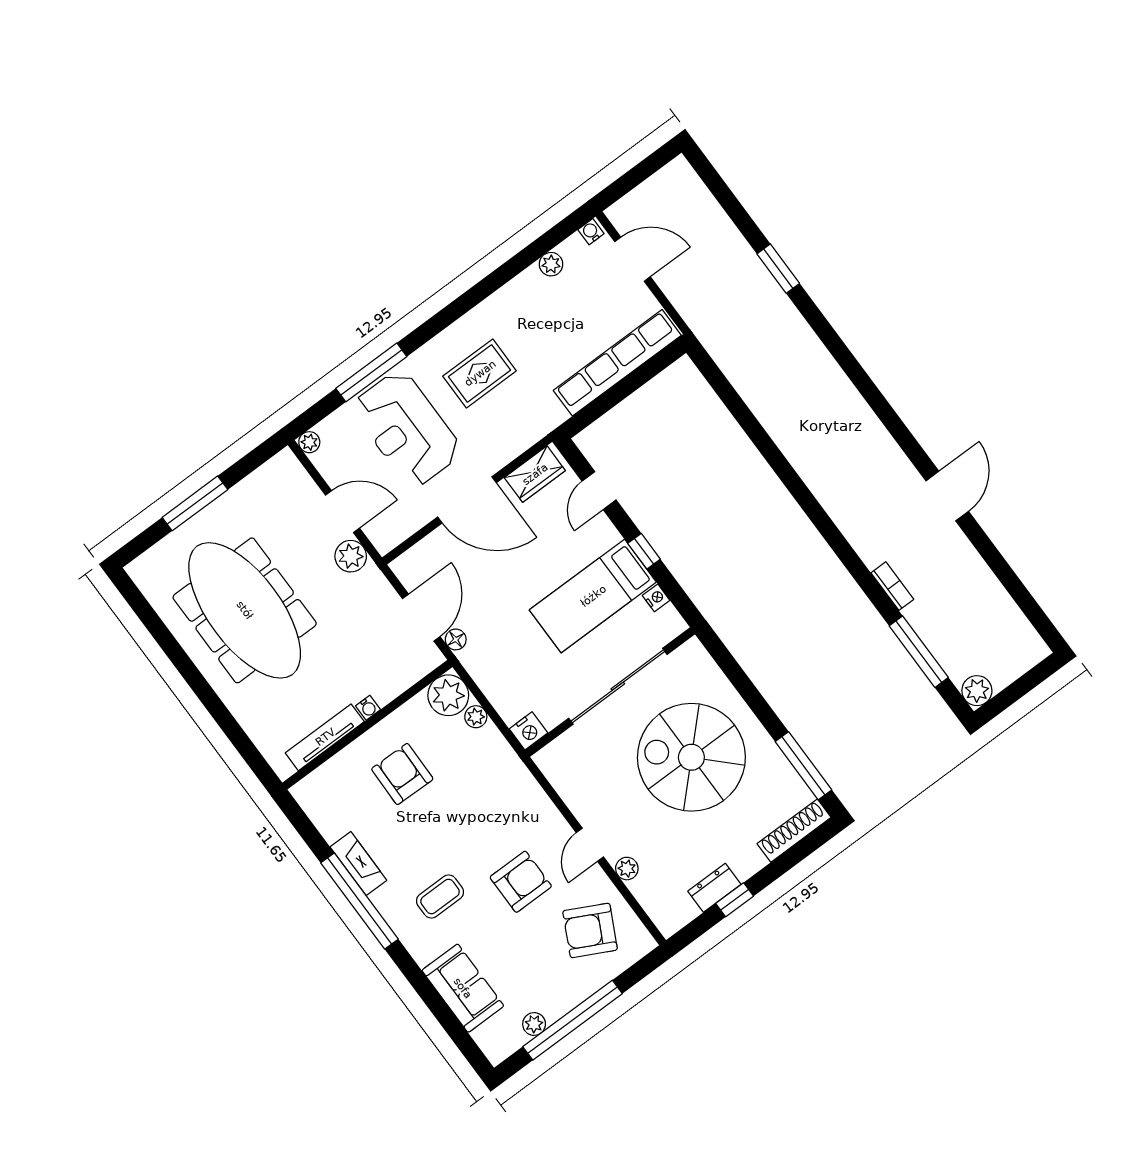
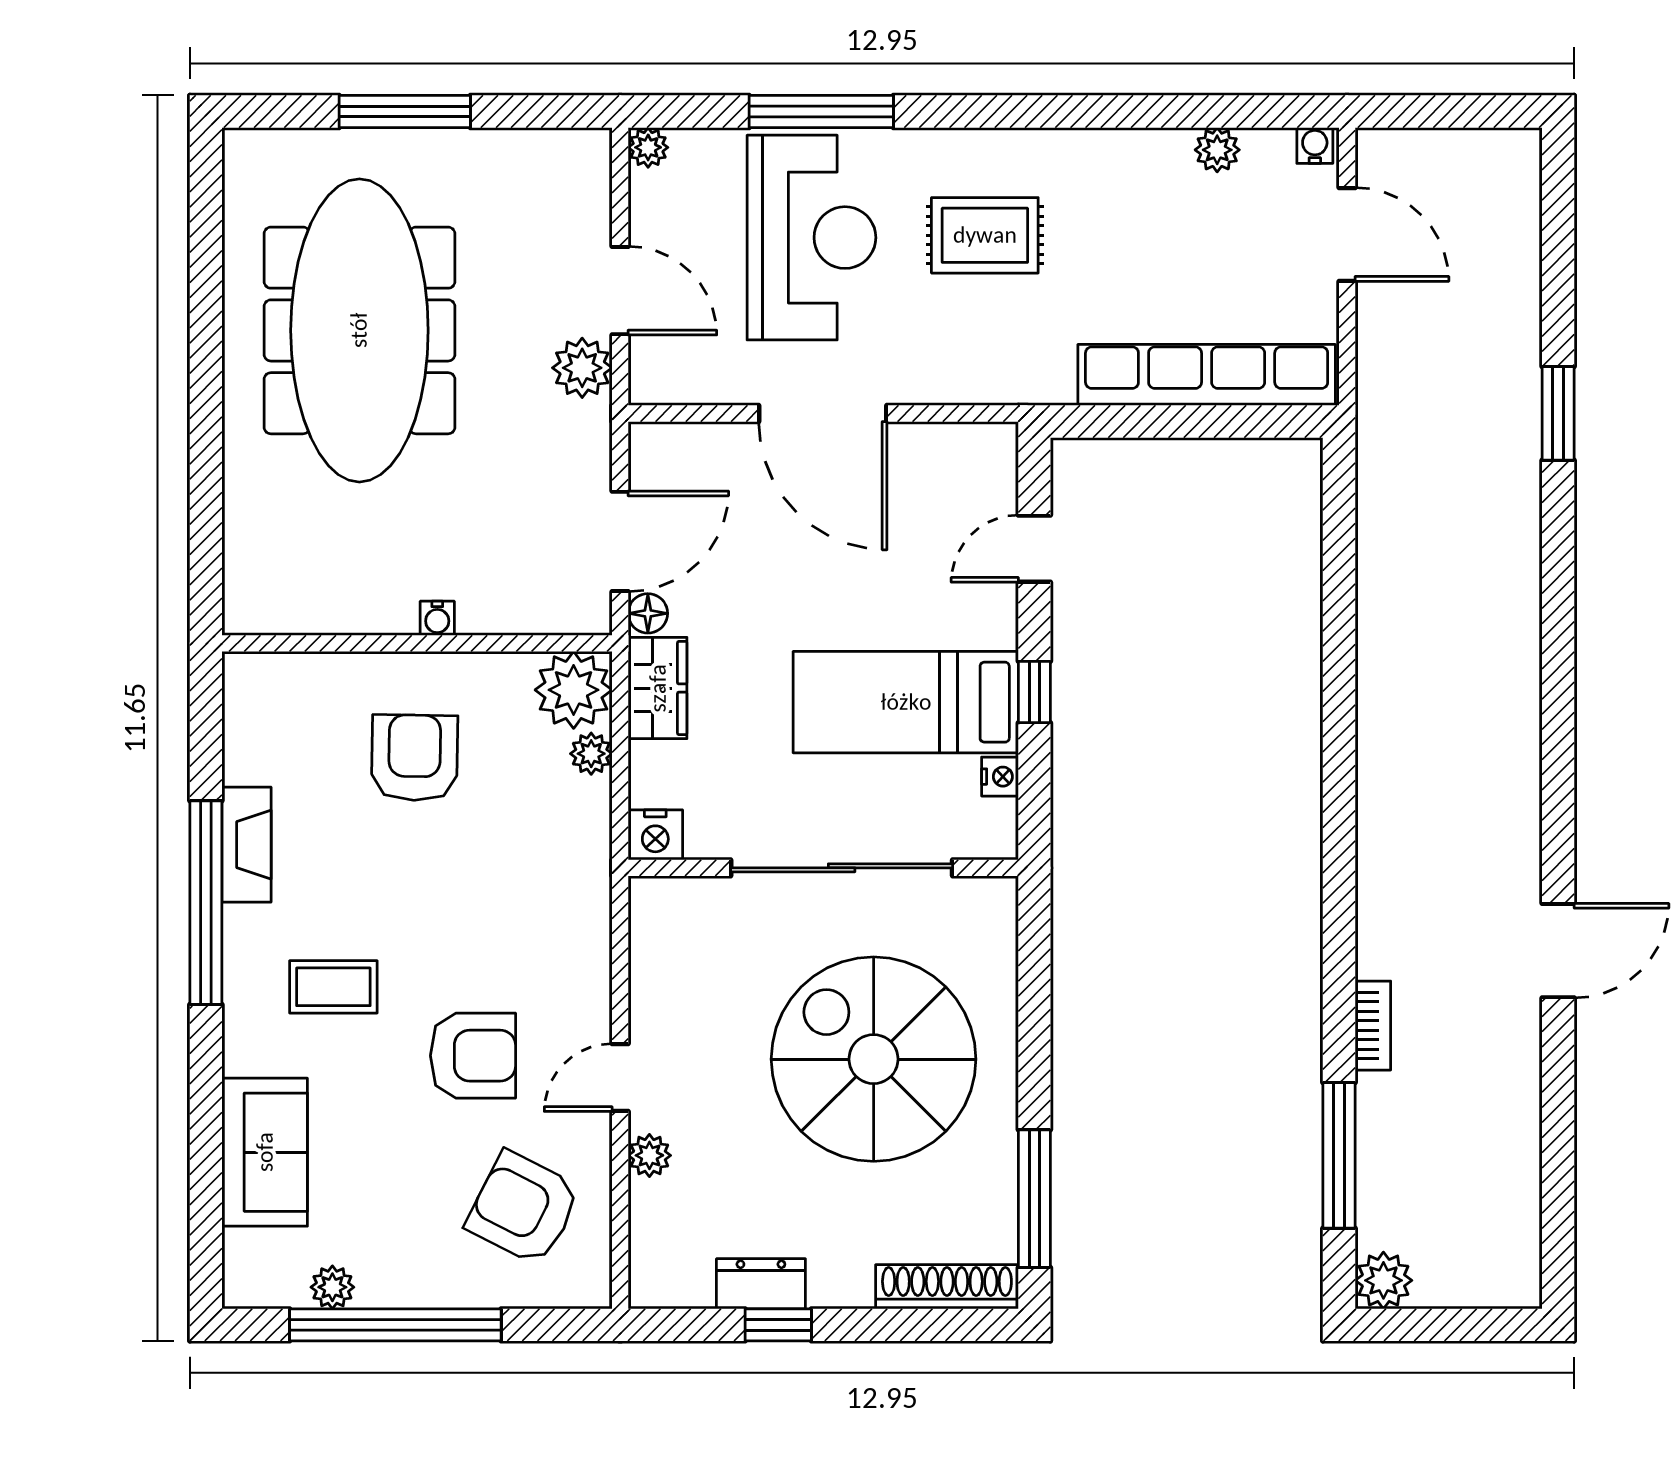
reception desk: (407, 429) -> (811, 238), turned 180
wardrobe: (535, 474) -> (658, 688), moved, turned -90
tv unit: (325, 737) -> (338, 614), removed

